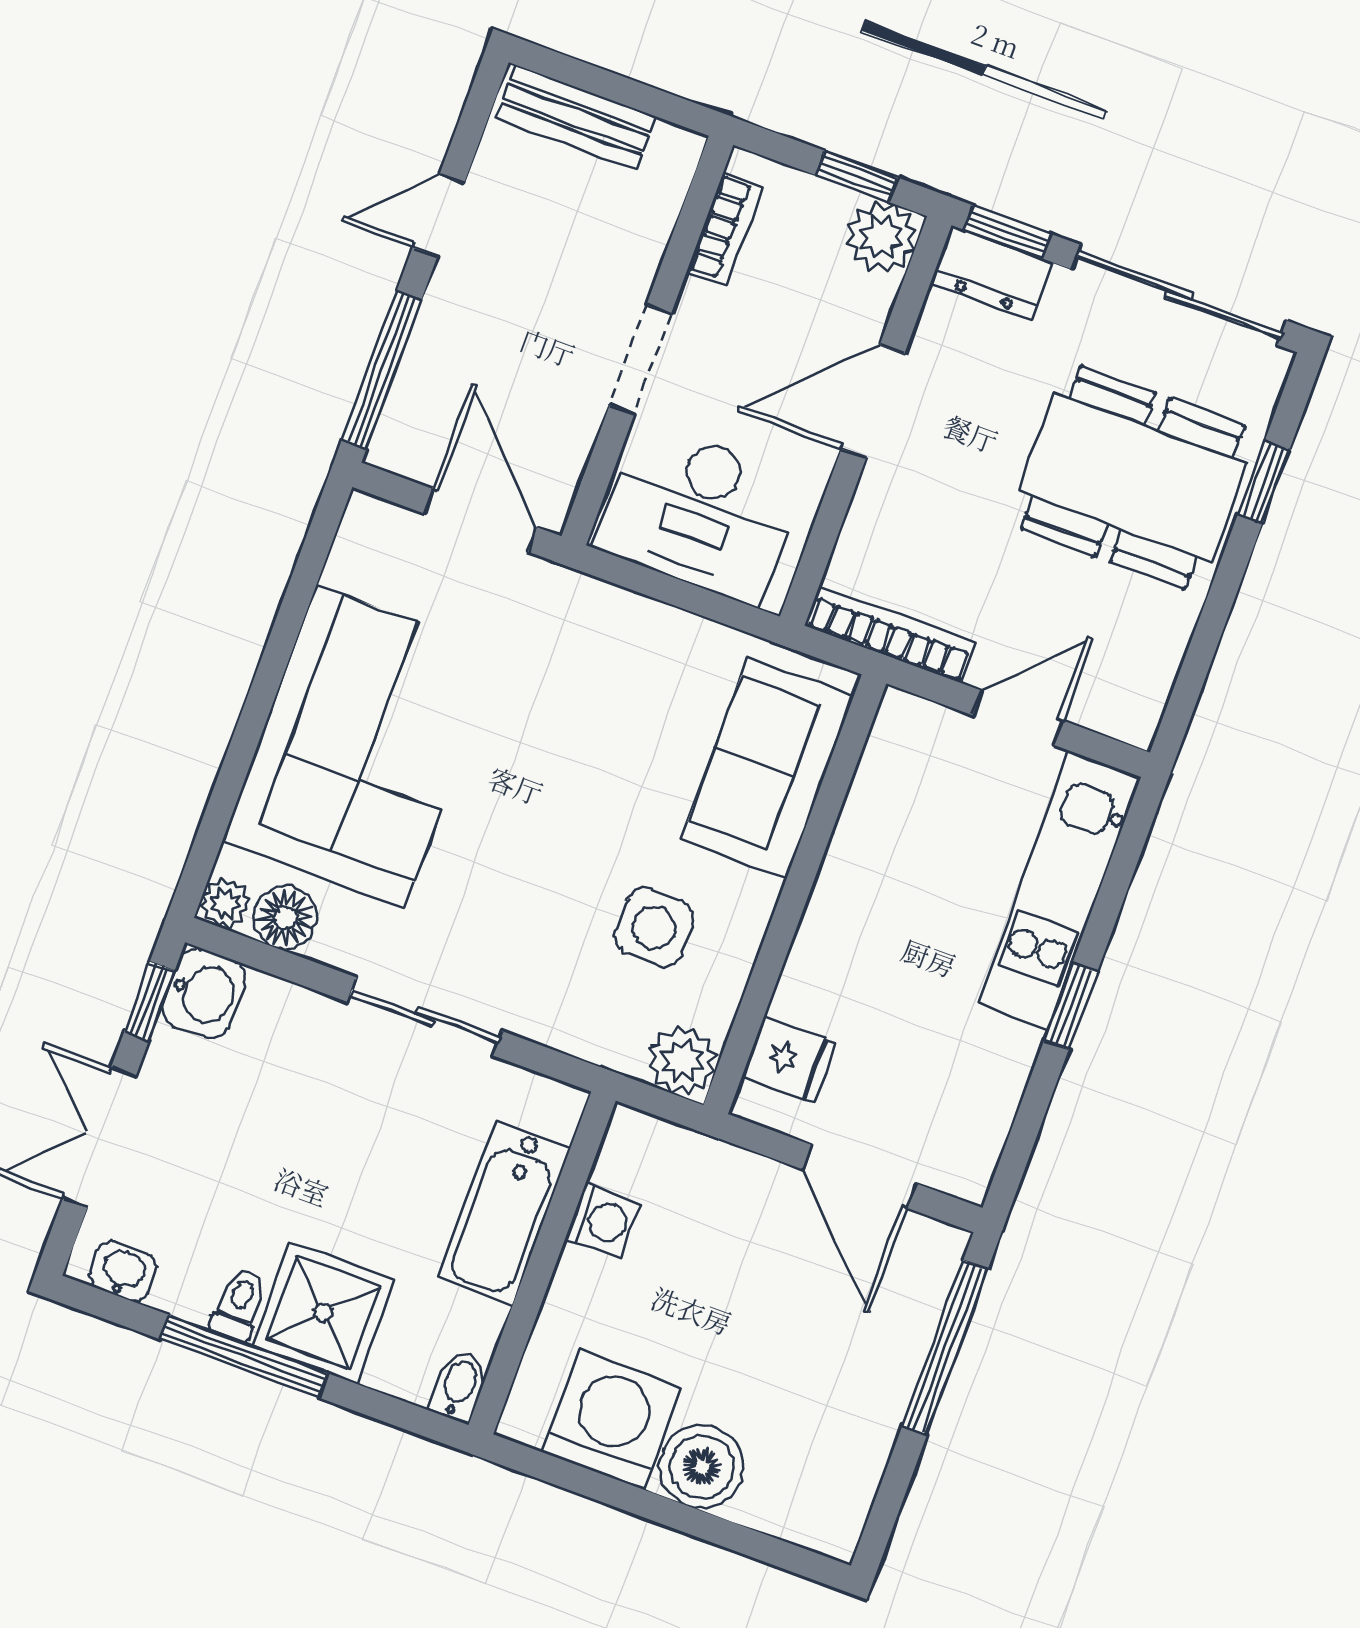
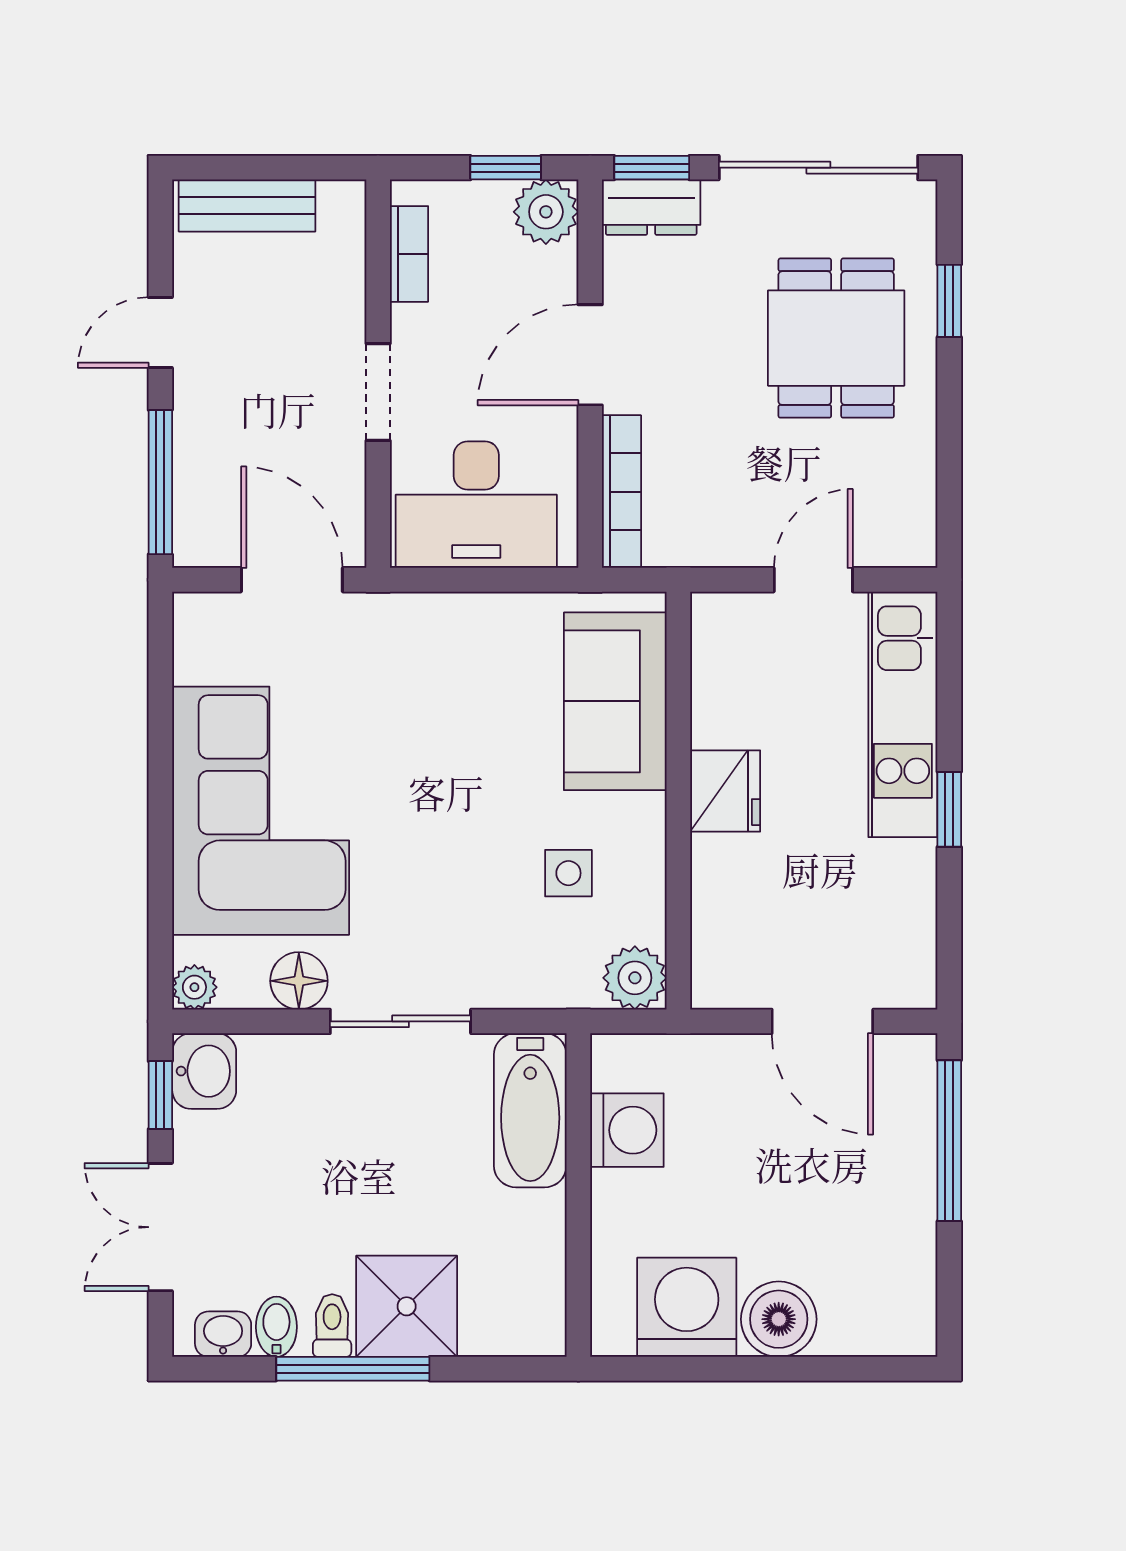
dining table: (1133, 477) -> (836, 338), width x0.73
bookcase: (890, 634) -> (621, 492), moved, turned 90
floor lamp: (285, 918) -> (299, 981), moved
side table: (654, 927) -> (568, 873), width x0.73, depth x0.73
fridge: (789, 1059) -> (725, 791), moved, width x1.38
bathtub: (504, 1213) -> (530, 1110), moved
washing machine: (603, 1221) -> (627, 1130), width x1.38, depth x1.38
bidet: (459, 1386) -> (276, 1327), moved

